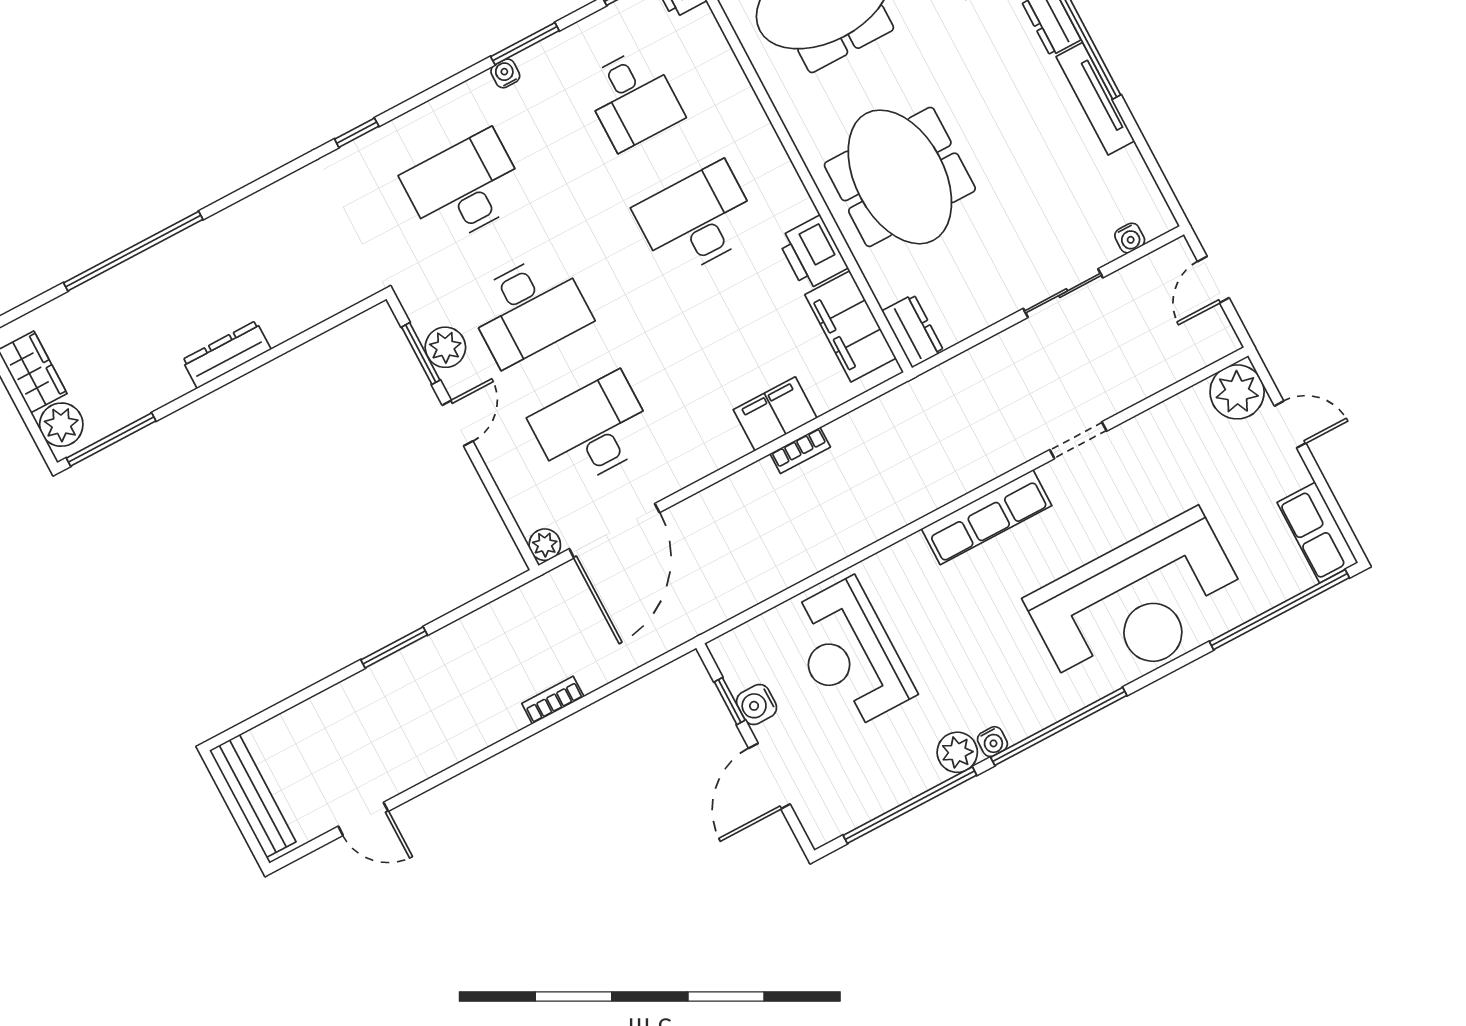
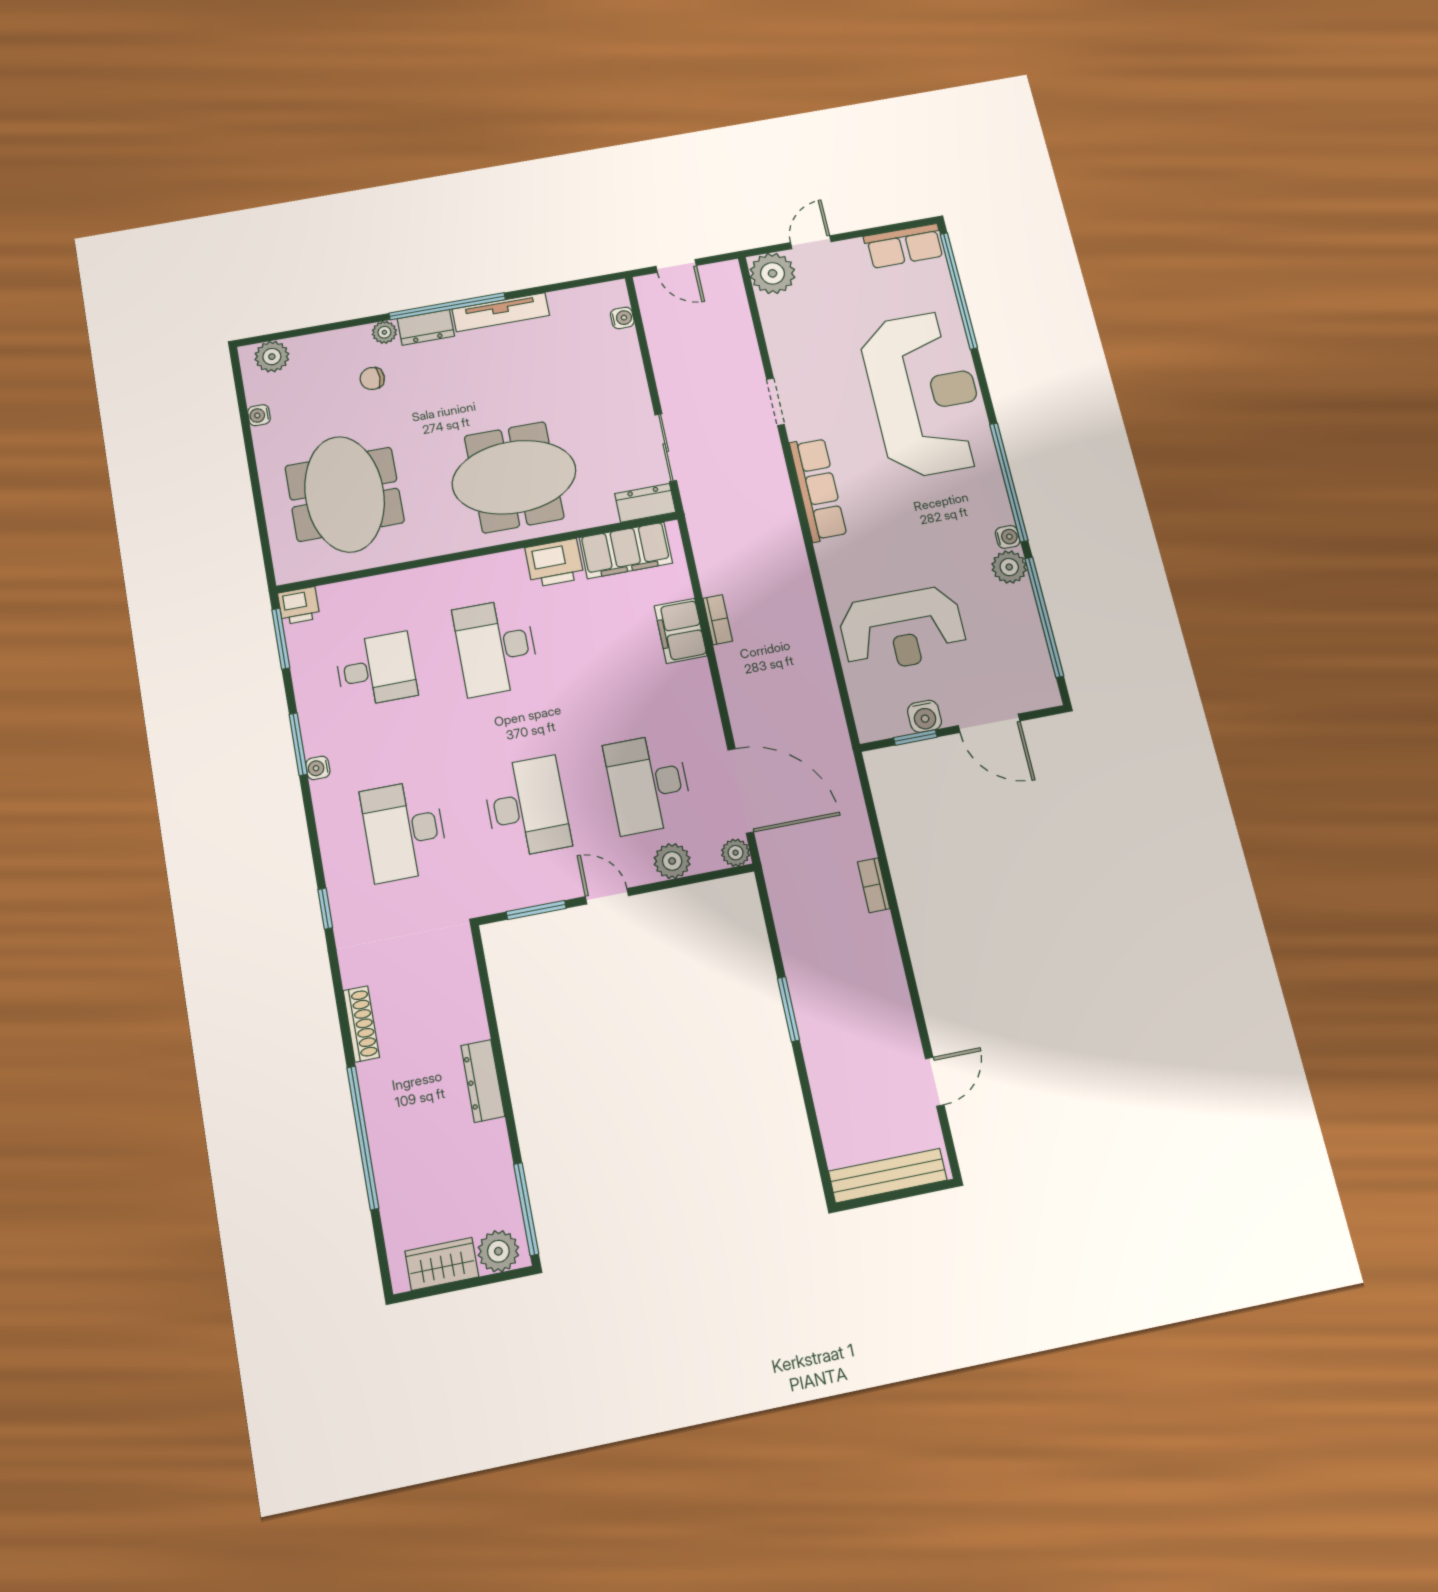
shoe rack: (248, 211) -> (361, 1024), added
sliding door: (1063, 293) -> (666, 448), moved
plant: (445, 347) -> (672, 861), moved

